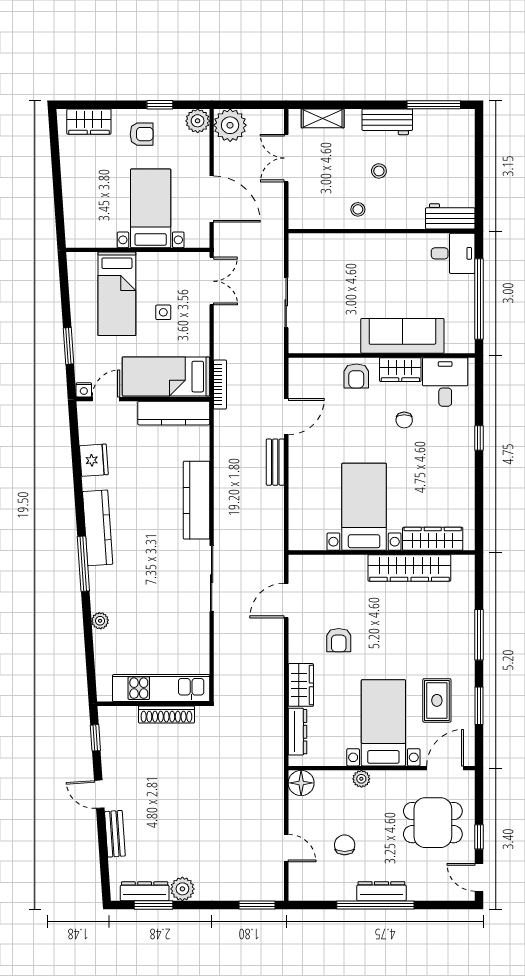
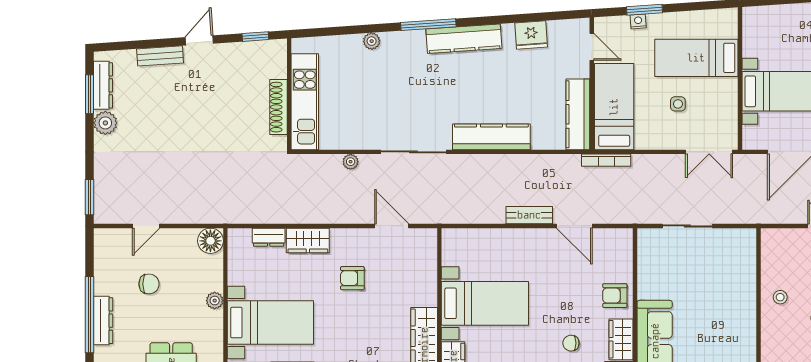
nightstand: (84, 390) -> (638, 21), moved, turned 86
plant: (221, 642) -> (351, 162), added
dresser: (297, 732) -> (269, 237), width x0.70

